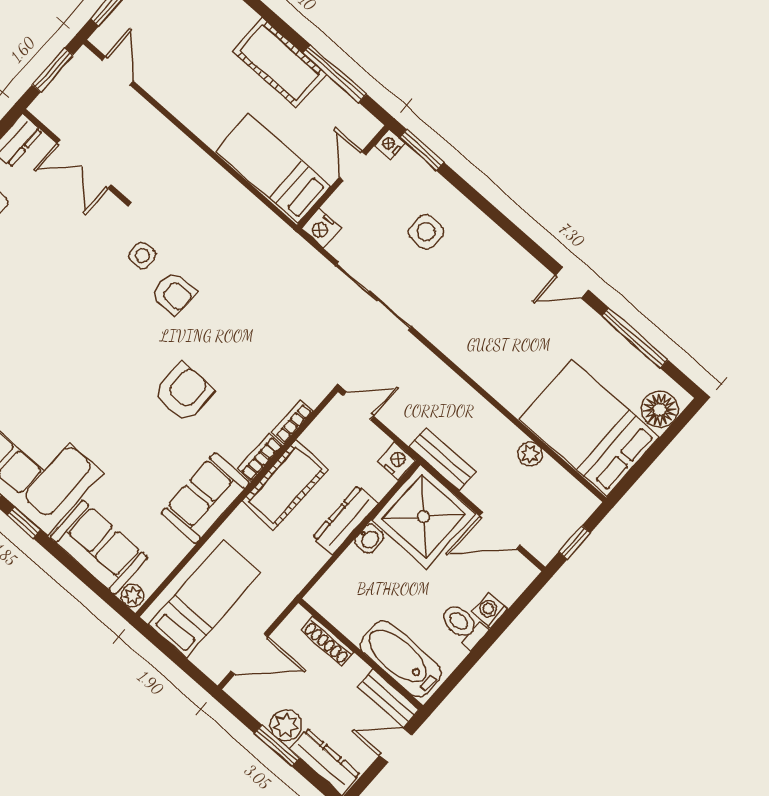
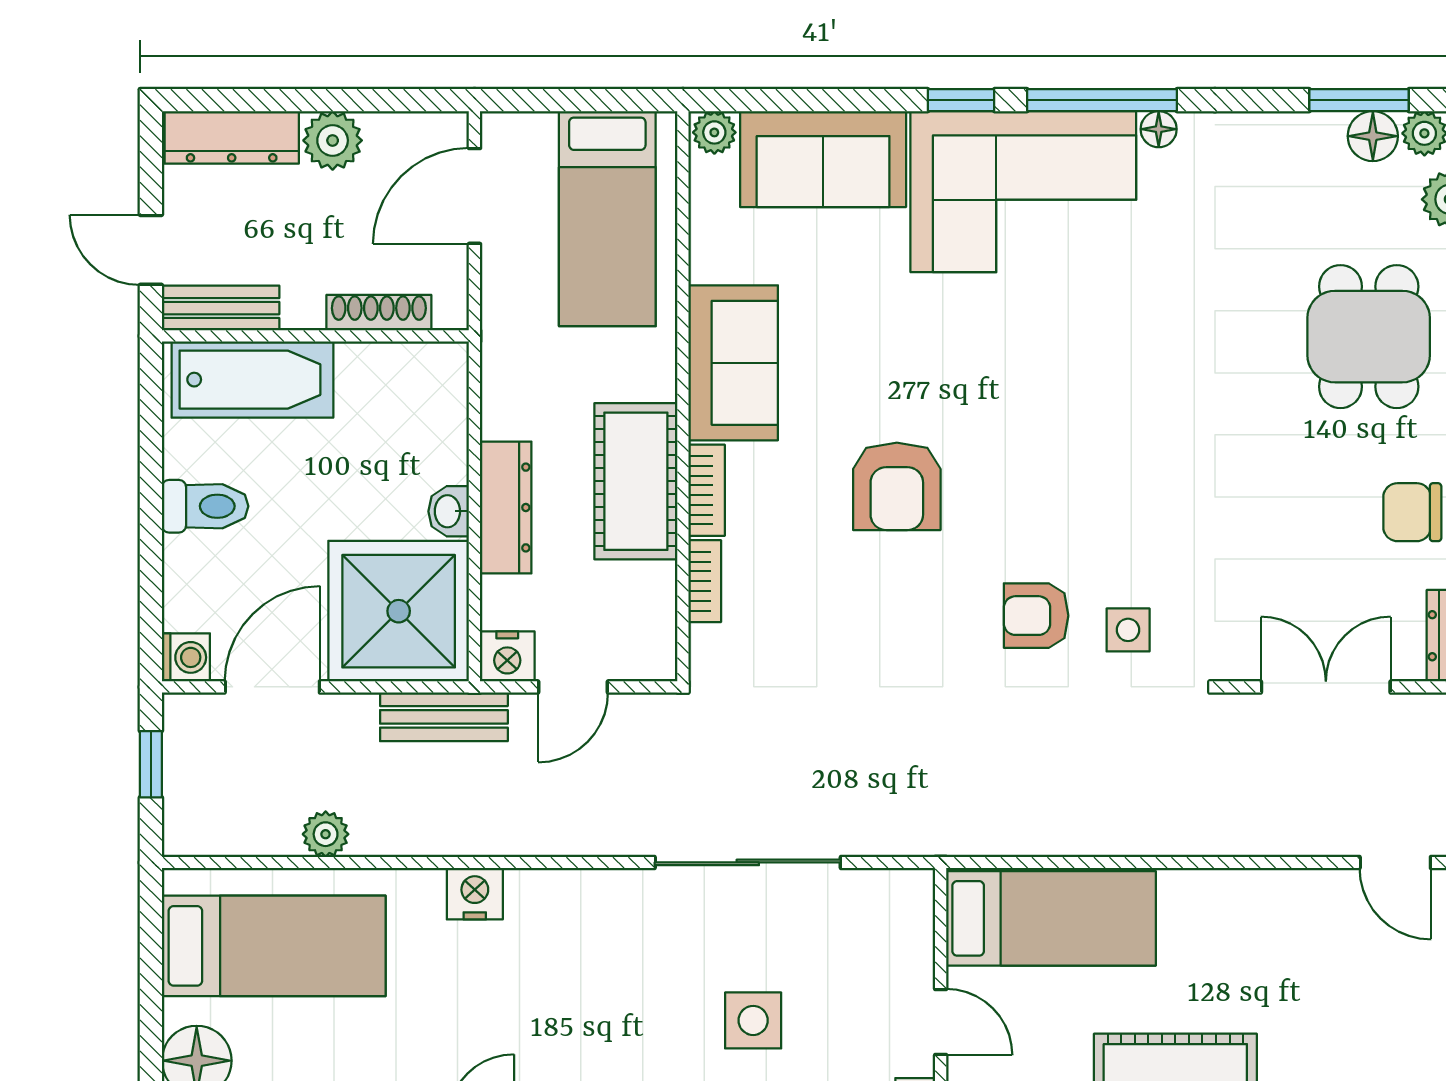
nightstand: (321, 228) -> (475, 894), moved
door: (358, 406) -> (573, 687), moved
bed: (589, 428) -> (274, 946), width x0.67
washing machine: (490, 610) -> (186, 657), moved
door: (396, 745) -> (151, 250), swing flipped
window: (277, 746) -> (320, 100), removed

